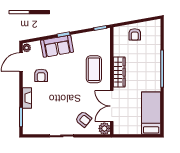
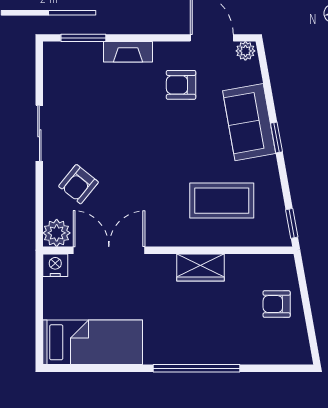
coffee table: (94, 69) -> (222, 201), moved
wardrobe: (119, 72) -> (200, 267), width x0.67
nightstand: (118, 129) -> (55, 265), added

